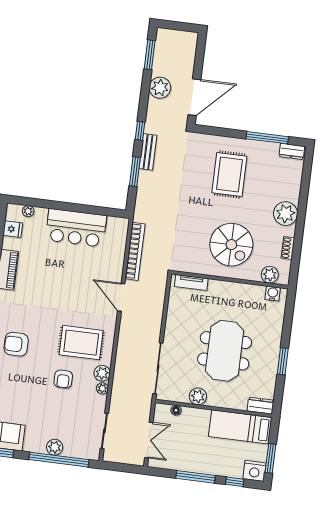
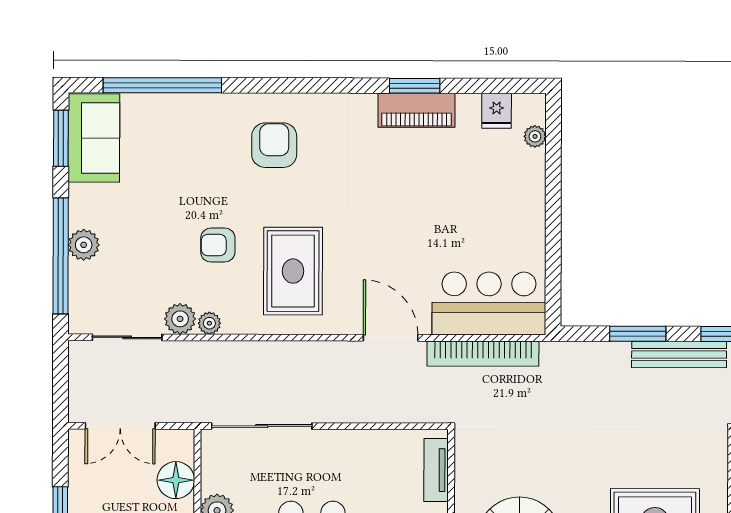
bench: (148, 152) -> (679, 354), width x1.36
bar counter: (76, 228) -> (489, 303), moved, turned 90
door: (121, 297) -> (391, 338), hinge flipped
plant: (102, 373) -> (180, 319), moved
floor lamp: (176, 410) -> (176, 480), width x1.89, depth x1.89

